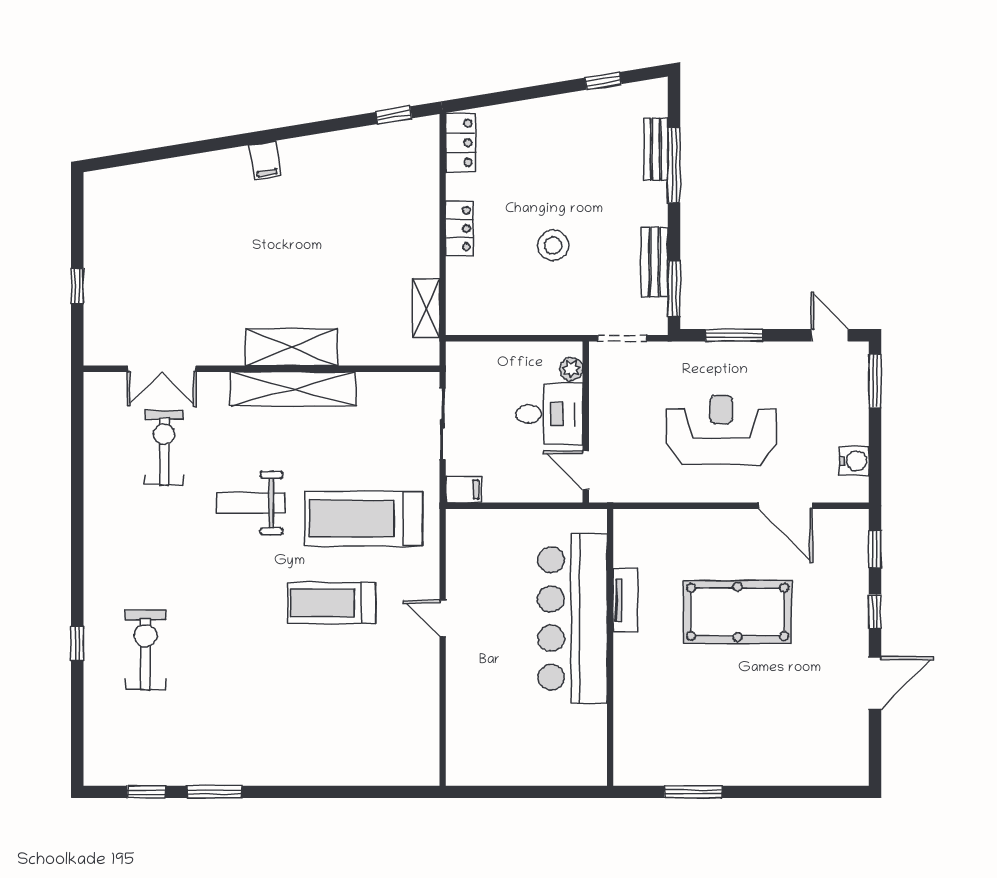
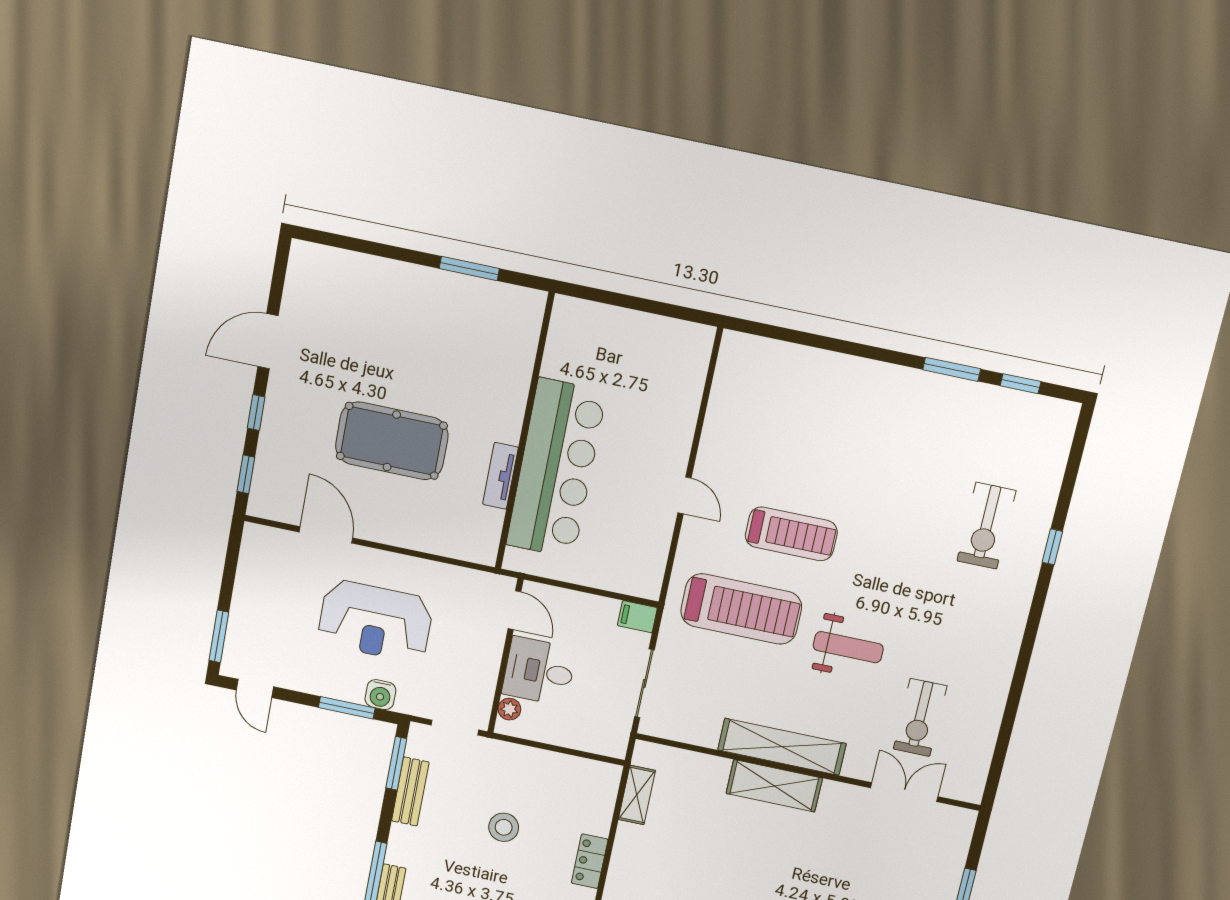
water cooler: (854, 461) -> (380, 695), moved, turned -90

